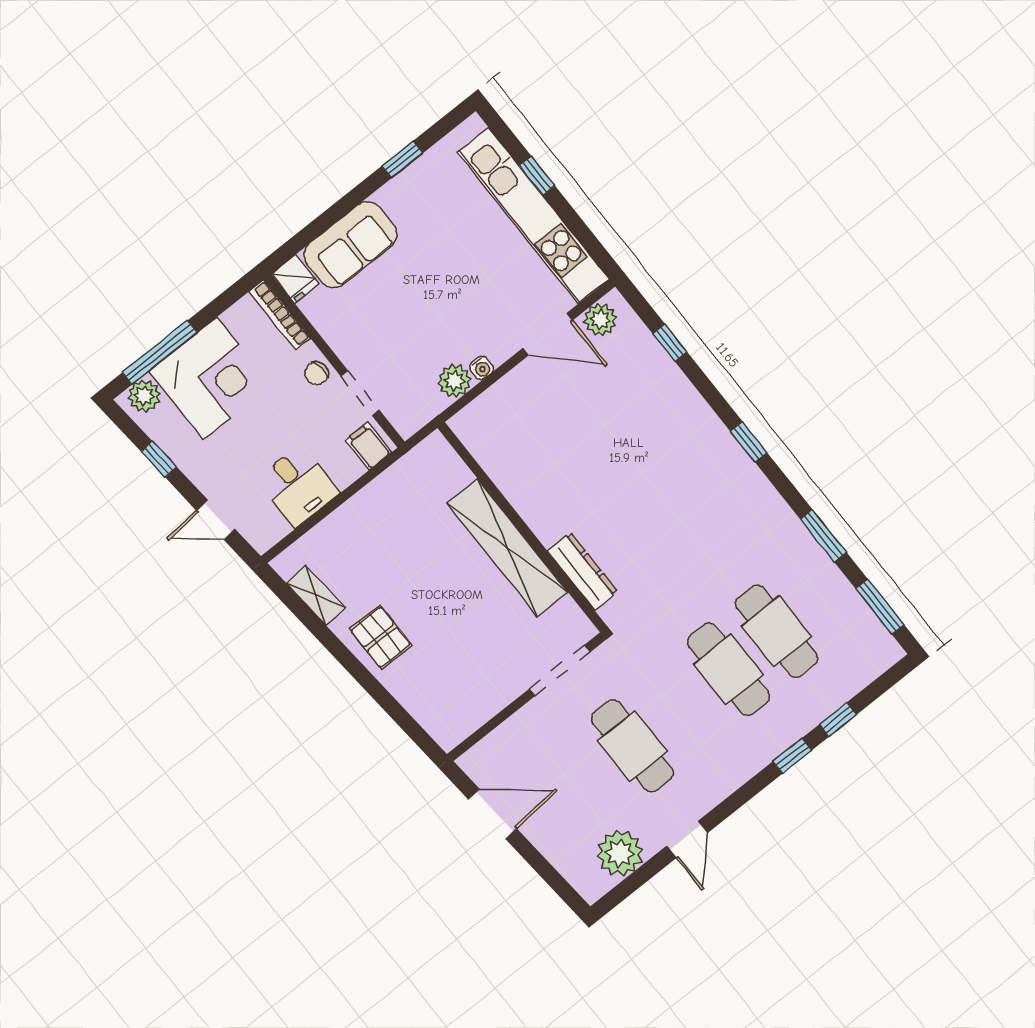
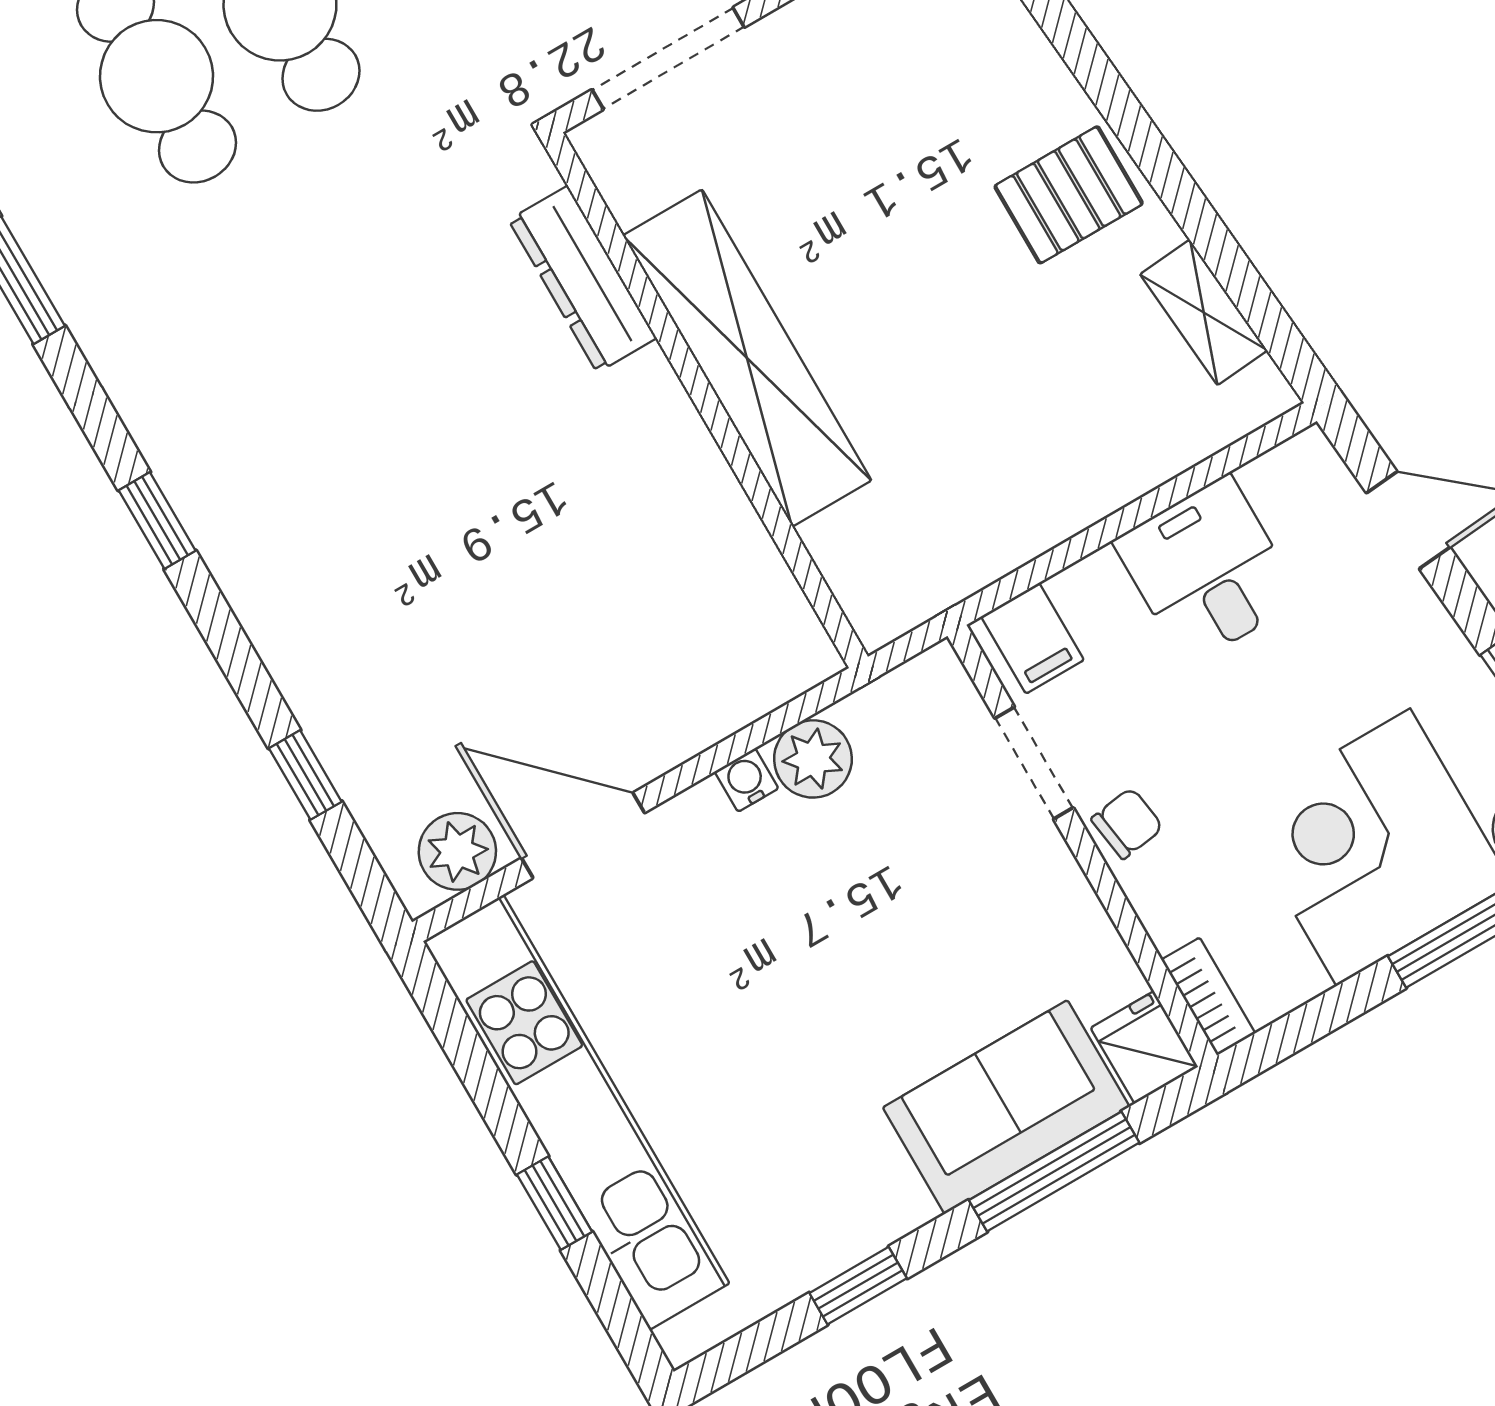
window: (326, 220) -> (1054, 1171), added
bookcase: (280, 315) -> (1208, 996), width x0.64
pallet: (381, 637) -> (1069, 195), turned 90

